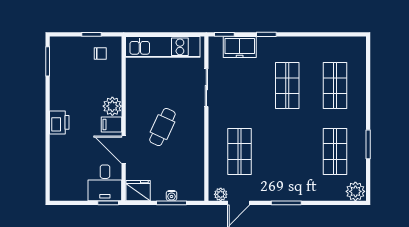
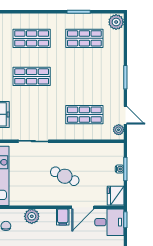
plant: (112, 106) -> (32, 216), moved

